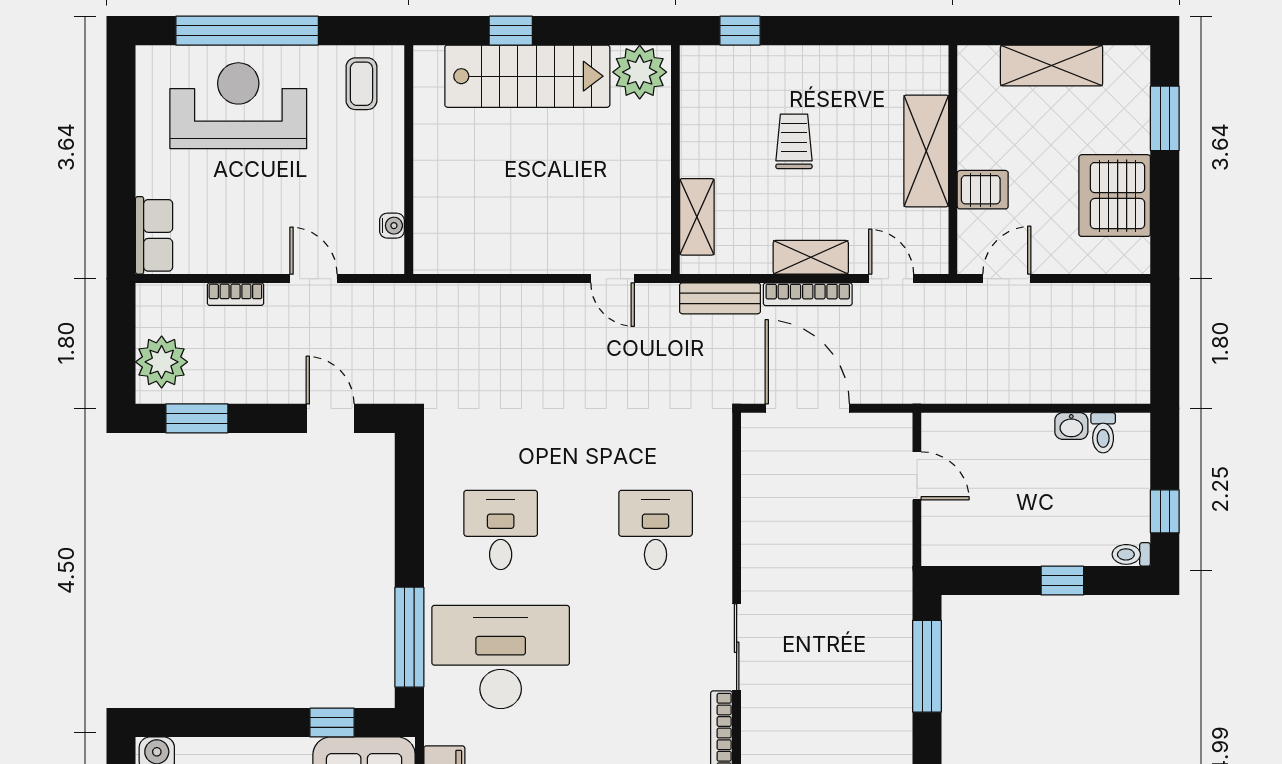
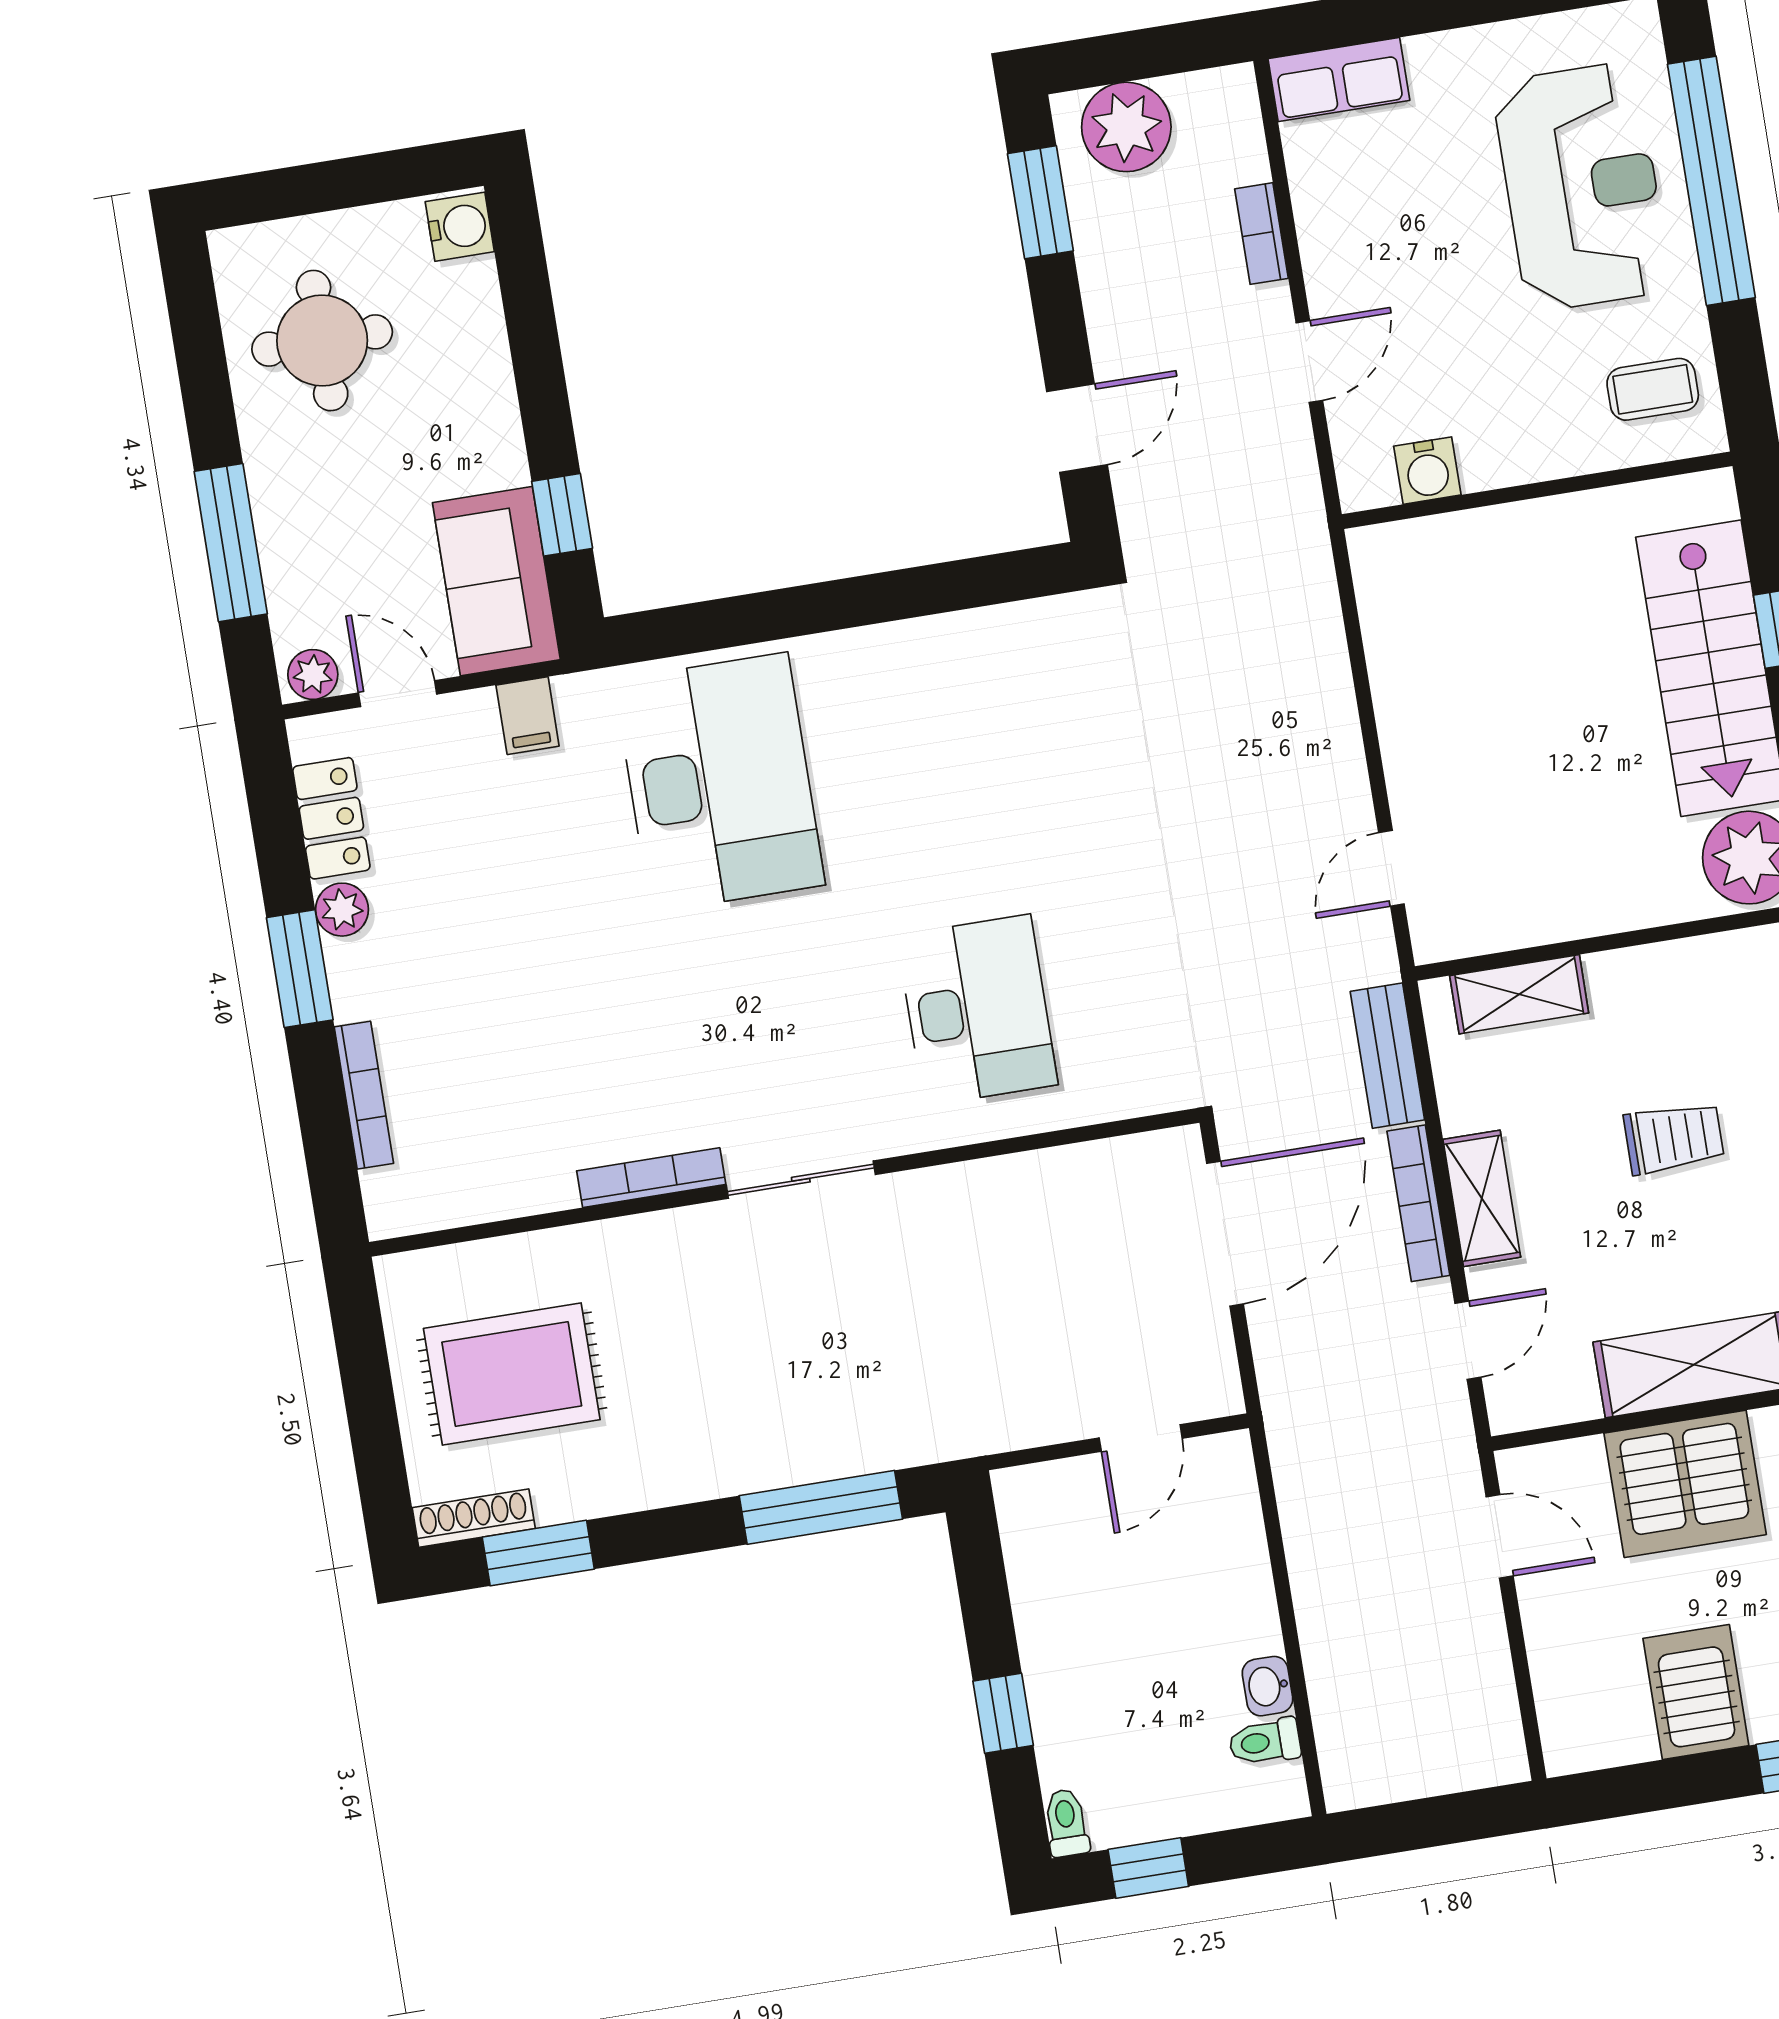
server rack: (983, 190) -> (1685, 1484), width x2.18, depth x1.44
server rack: (1115, 196) -> (1696, 1692), width x0.62
water cooler: (392, 226) -> (1427, 471), width x1.38, depth x1.38
desk: (501, 530) -> (935, 748), removed
desk: (656, 530) -> (977, 1010), width x1.37
window: (409, 637) -> (728, 622), removed

